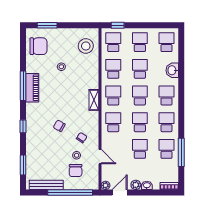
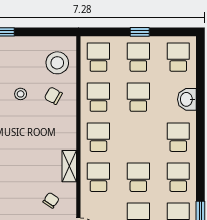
window: (118, 25) -> (140, 32), moved
school desk: (140, 96) -> (138, 137), removed
shelving: (94, 100) -> (69, 166), moved
chair: (59, 126) -> (53, 96), moved

